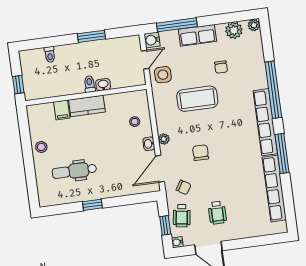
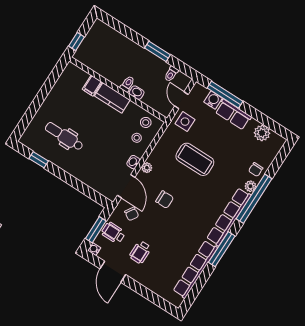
plant: (254, 25) -> (250, 186), moved
water cooler: (152, 40) -> (213, 100), moved, turned 90
toilet: (50, 54) -> (171, 74), moved
door: (145, 60) -> (181, 100), swing flipped
chair: (221, 67) -> (256, 169), moved
stool: (41, 147) -> (146, 122), moved
chair: (201, 153) -> (165, 200), turned 90
door: (160, 169) -> (126, 186), swing flipped
window: (92, 205) -> (39, 160), moved
wheelchair: (182, 216) -> (113, 233), turned 82
window: (165, 225) -> (96, 230), width x1.50

